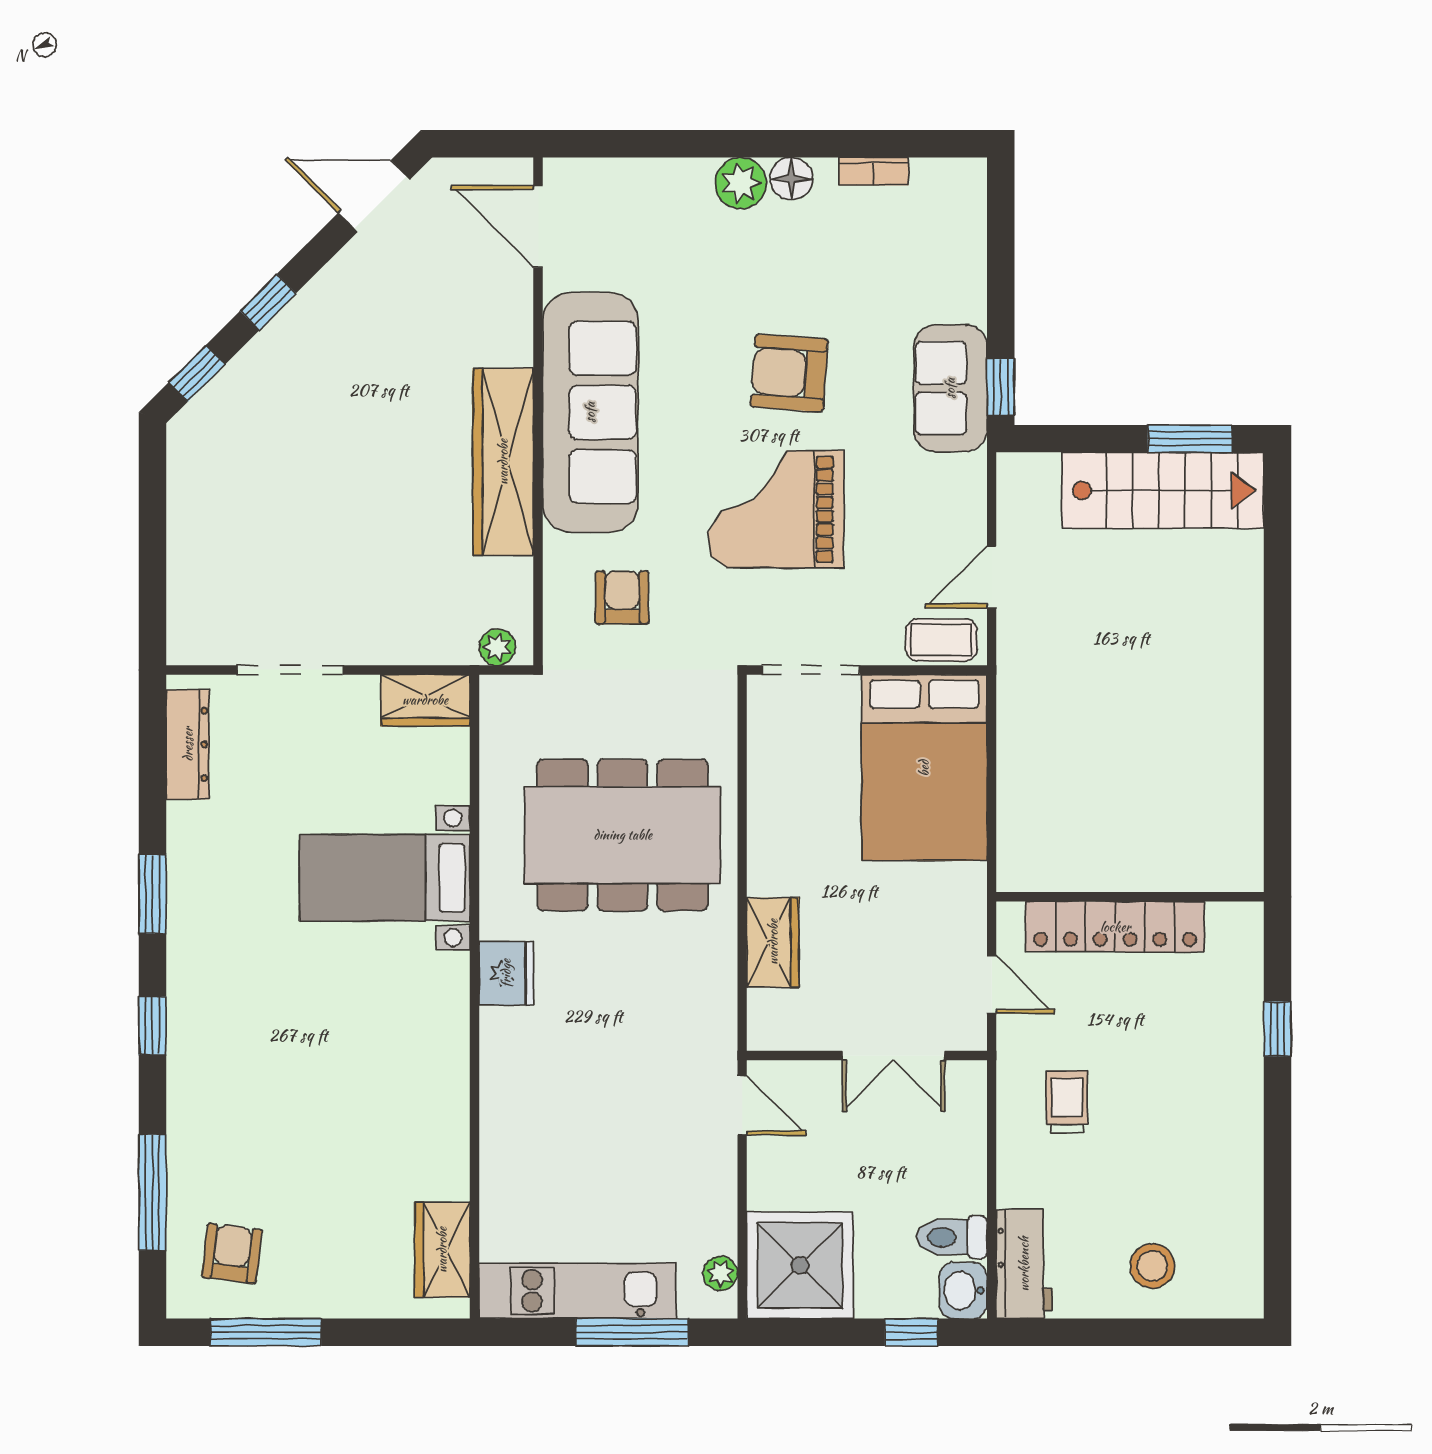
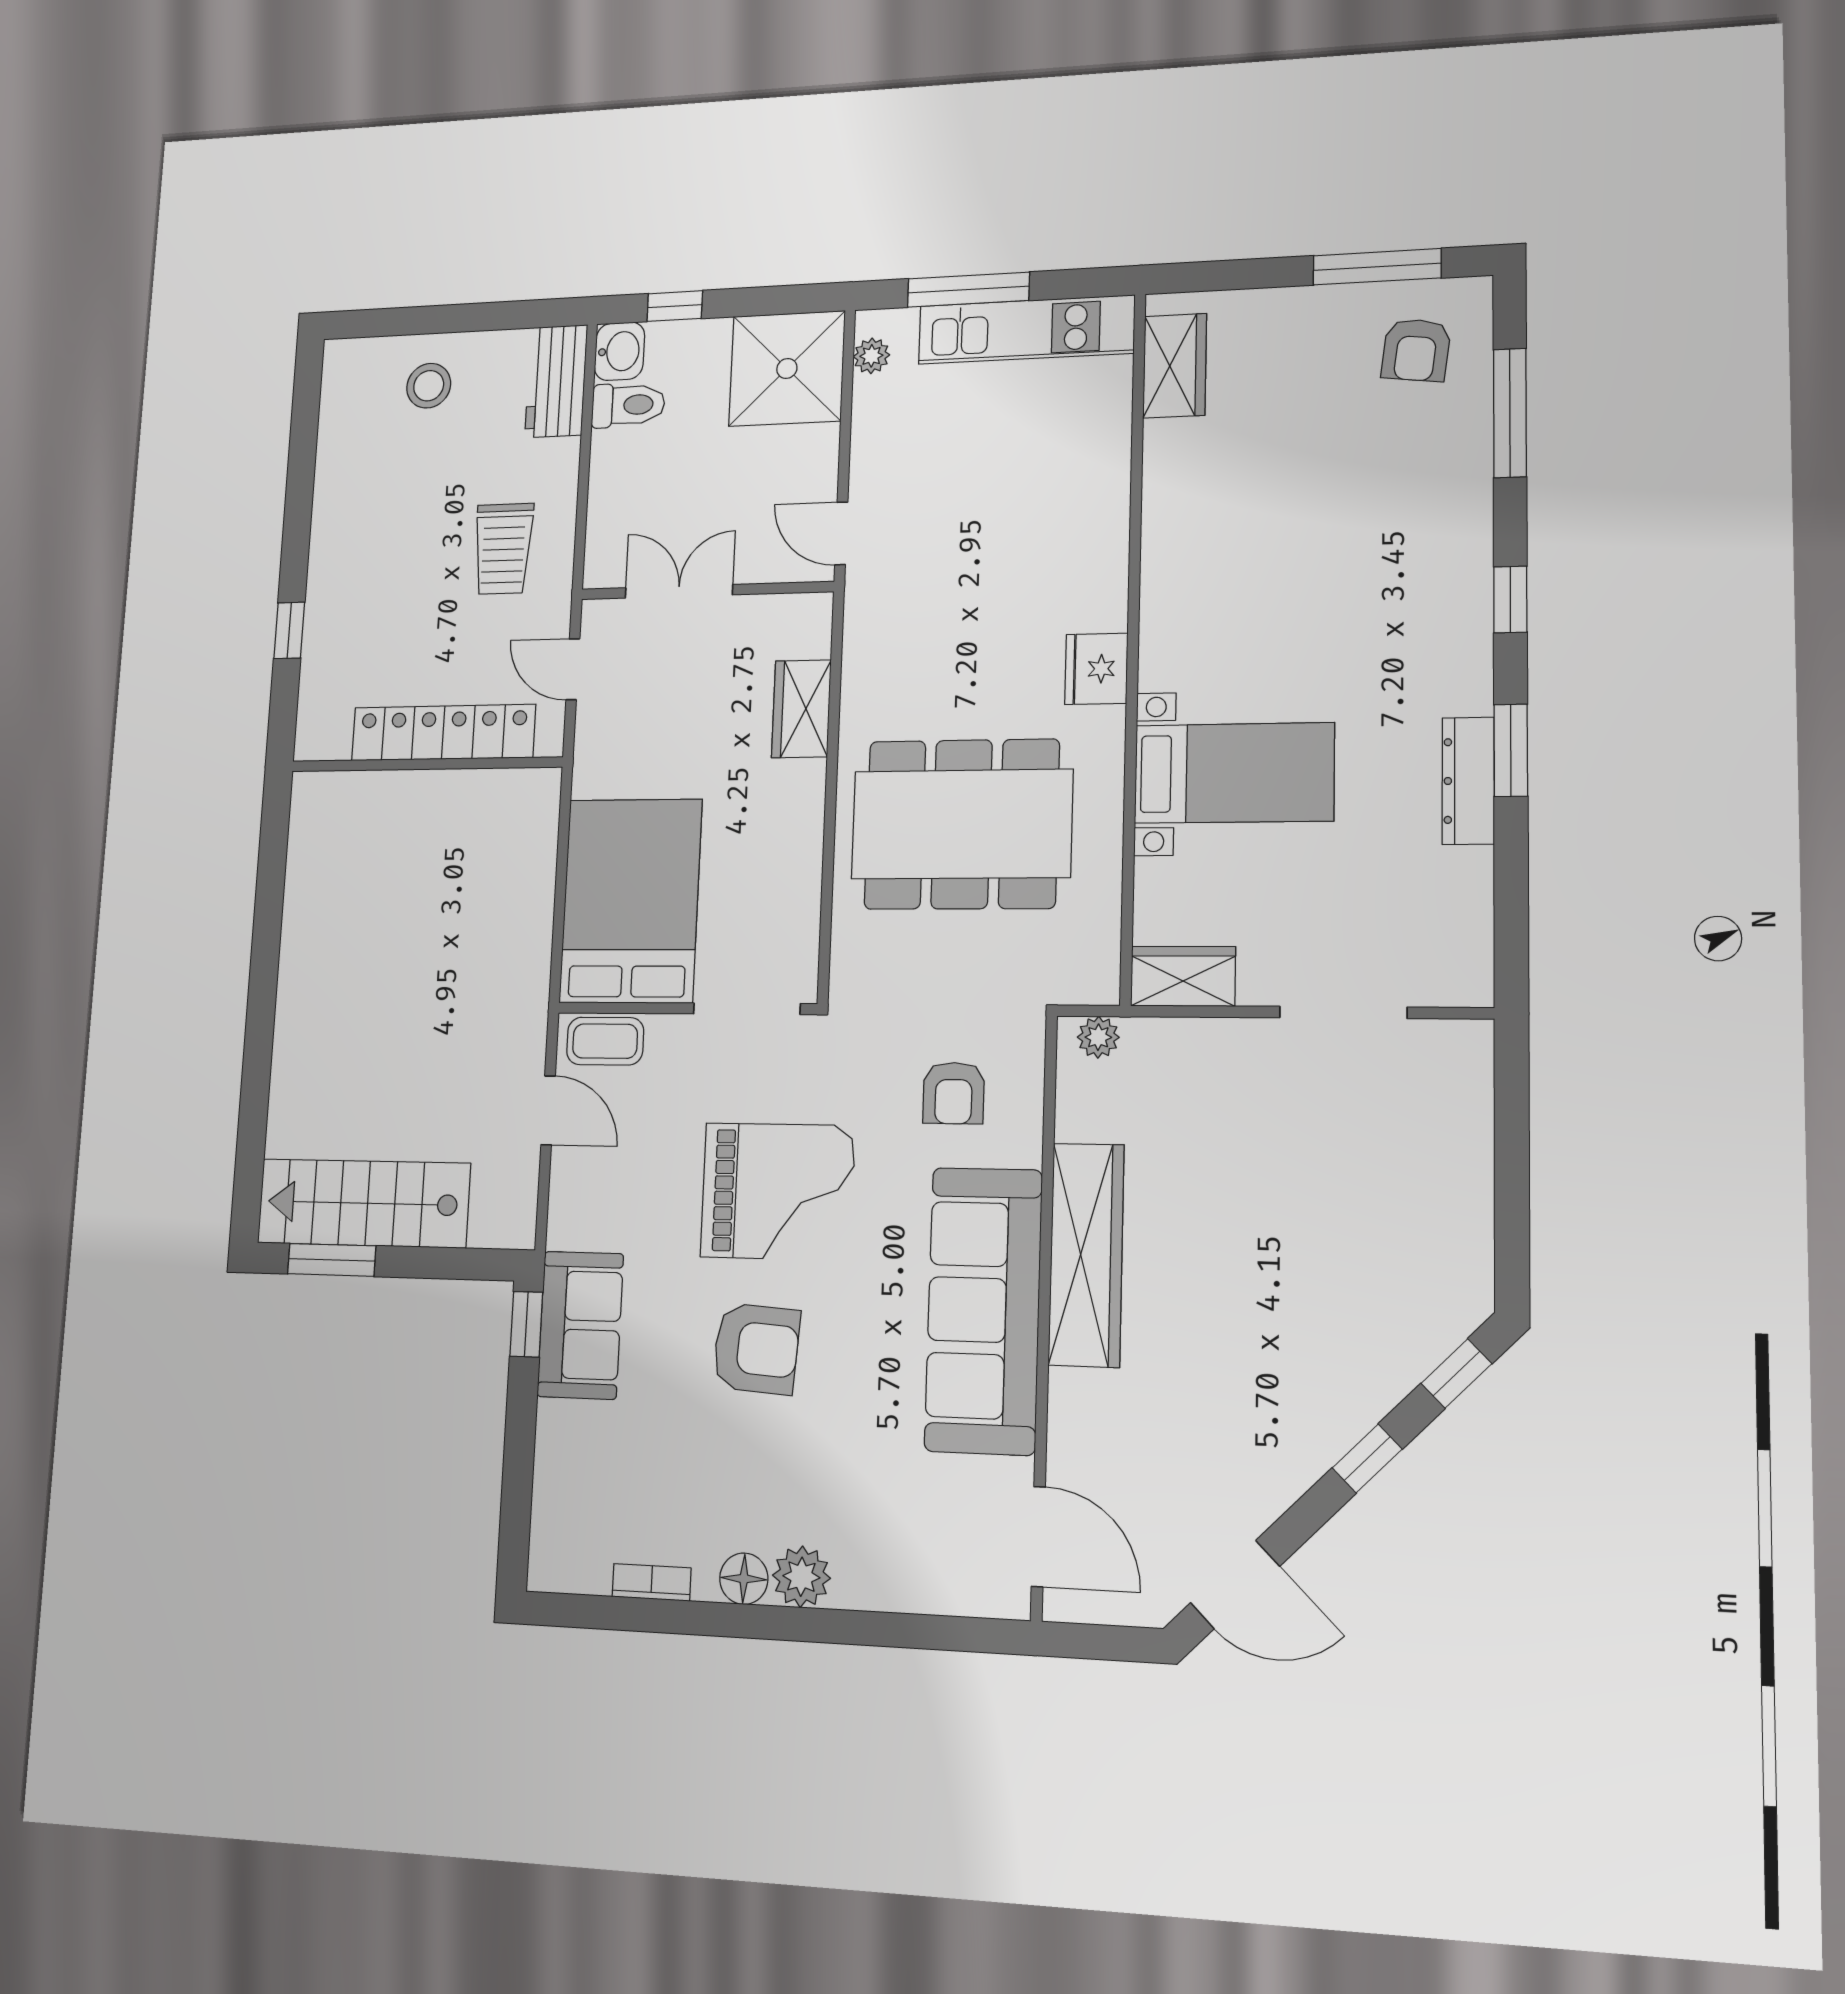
door: (992, 577) -> (548, 1110), hinge flipped
dresser: (188, 744) -> (1468, 781), moved
trolley: (1067, 1102) -> (503, 549), width x1.36, depth x1.39

